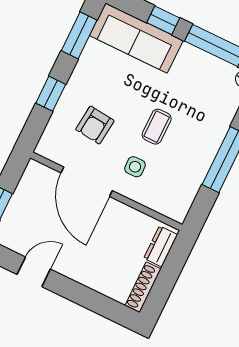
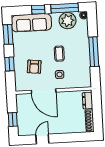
plant: (208, 72) -> (68, 21), added

